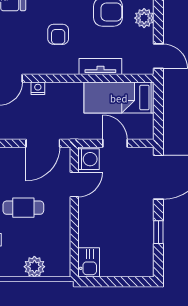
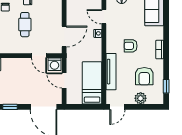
tv unit: (100, 66) -> (111, 72), width x1.41
door: (43, 143) -> (64, 36), swing flipped
door: (115, 143) -> (64, 81), swing flipped

